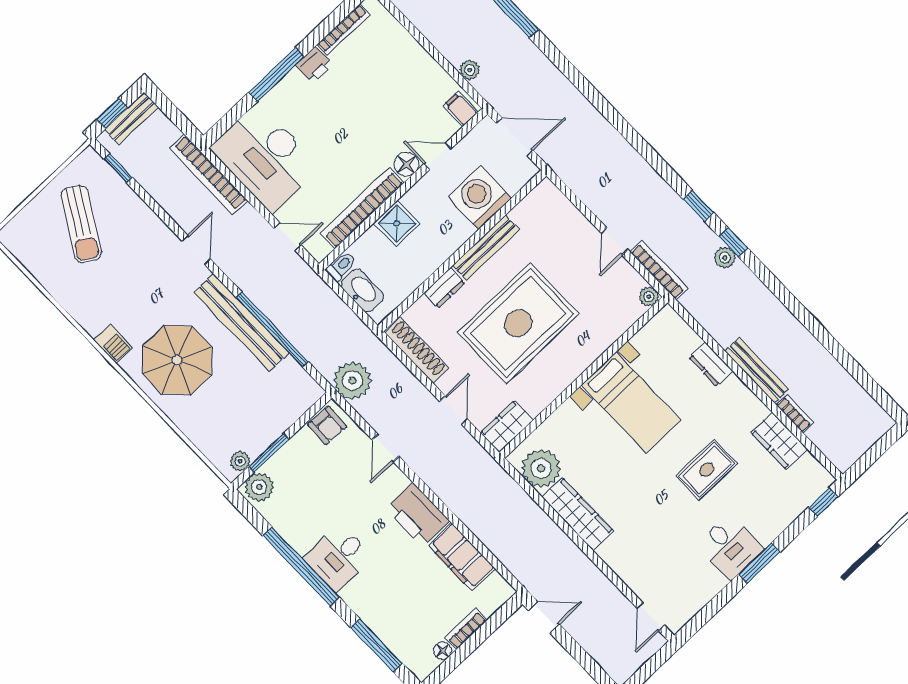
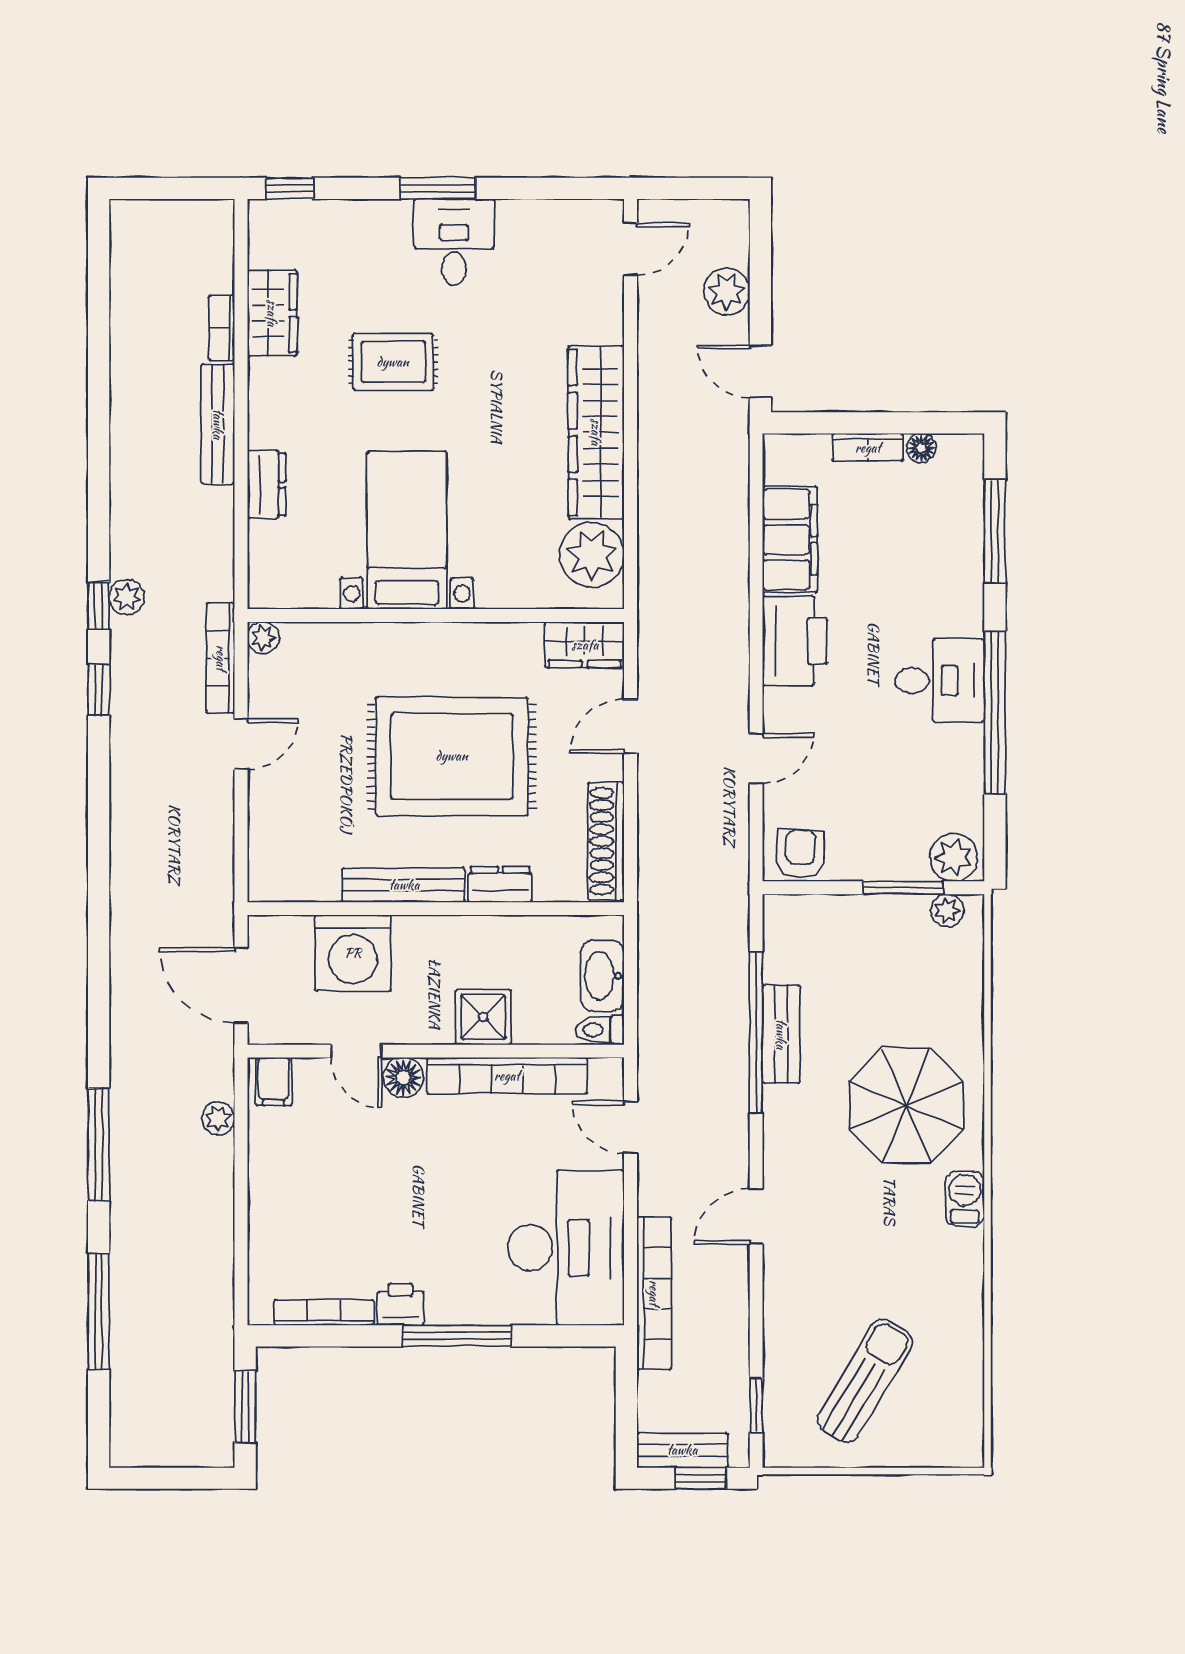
bench: (241, 322) -> (781, 1034), width x0.54, depth x0.82
plant: (352, 381) -> (727, 292), moved, width x0.73, depth x0.73
wardrobe: (578, 514) -> (596, 432), width x1.40, depth x1.17

